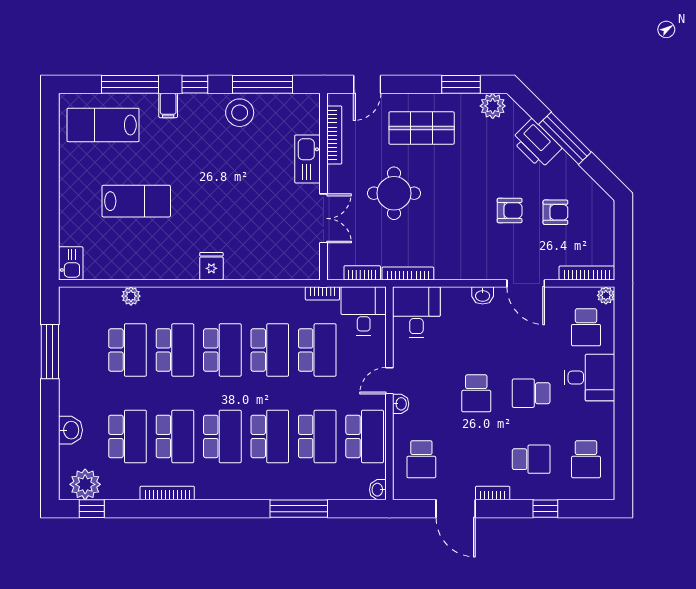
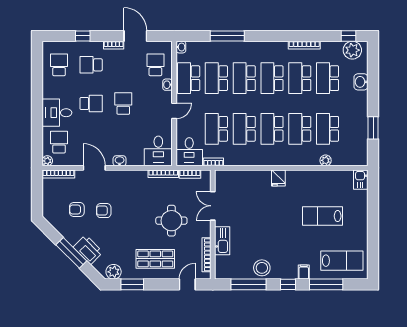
window: (50, 352) -> (373, 128), width x0.69
washbasin: (401, 404) -> (168, 85), moved

